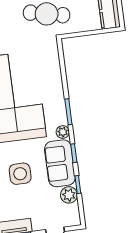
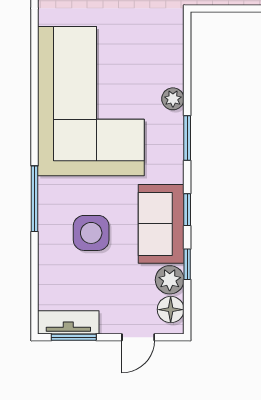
plant: (63, 132) -> (173, 99), moved
floor lamp: (72, 212) -> (171, 310), added

